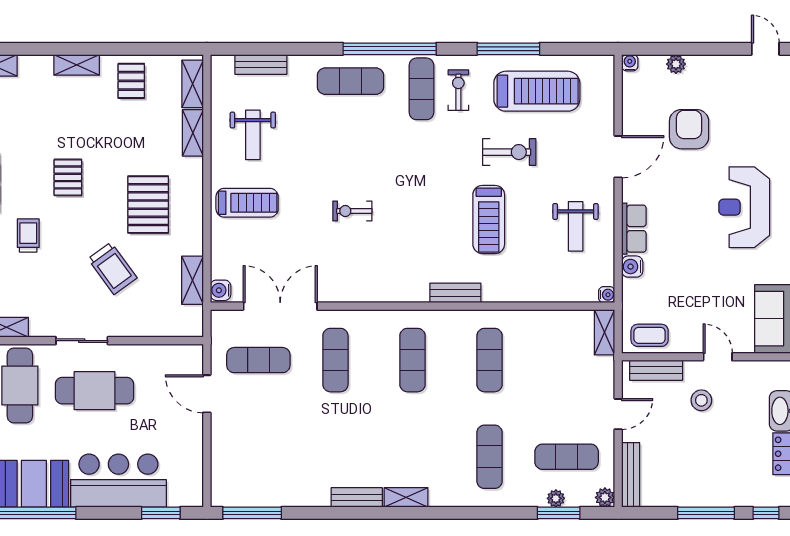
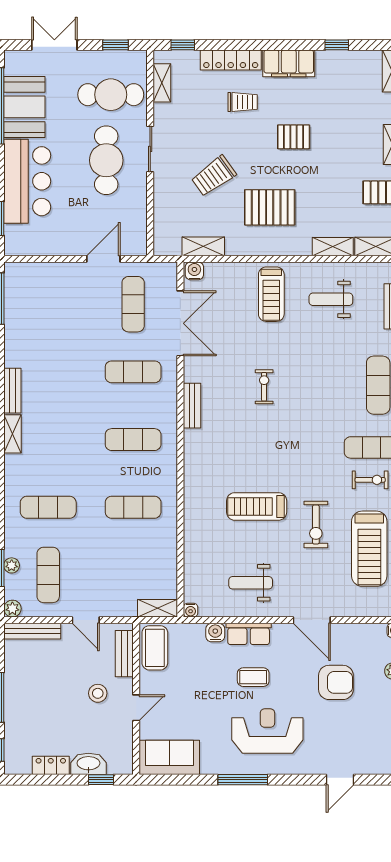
coffee table: (683, 223) -> (253, 677), added
bench: (455, 293) -> (192, 406), moved
coffee table: (650, 335) -> (155, 648), width x1.36, depth x1.30

